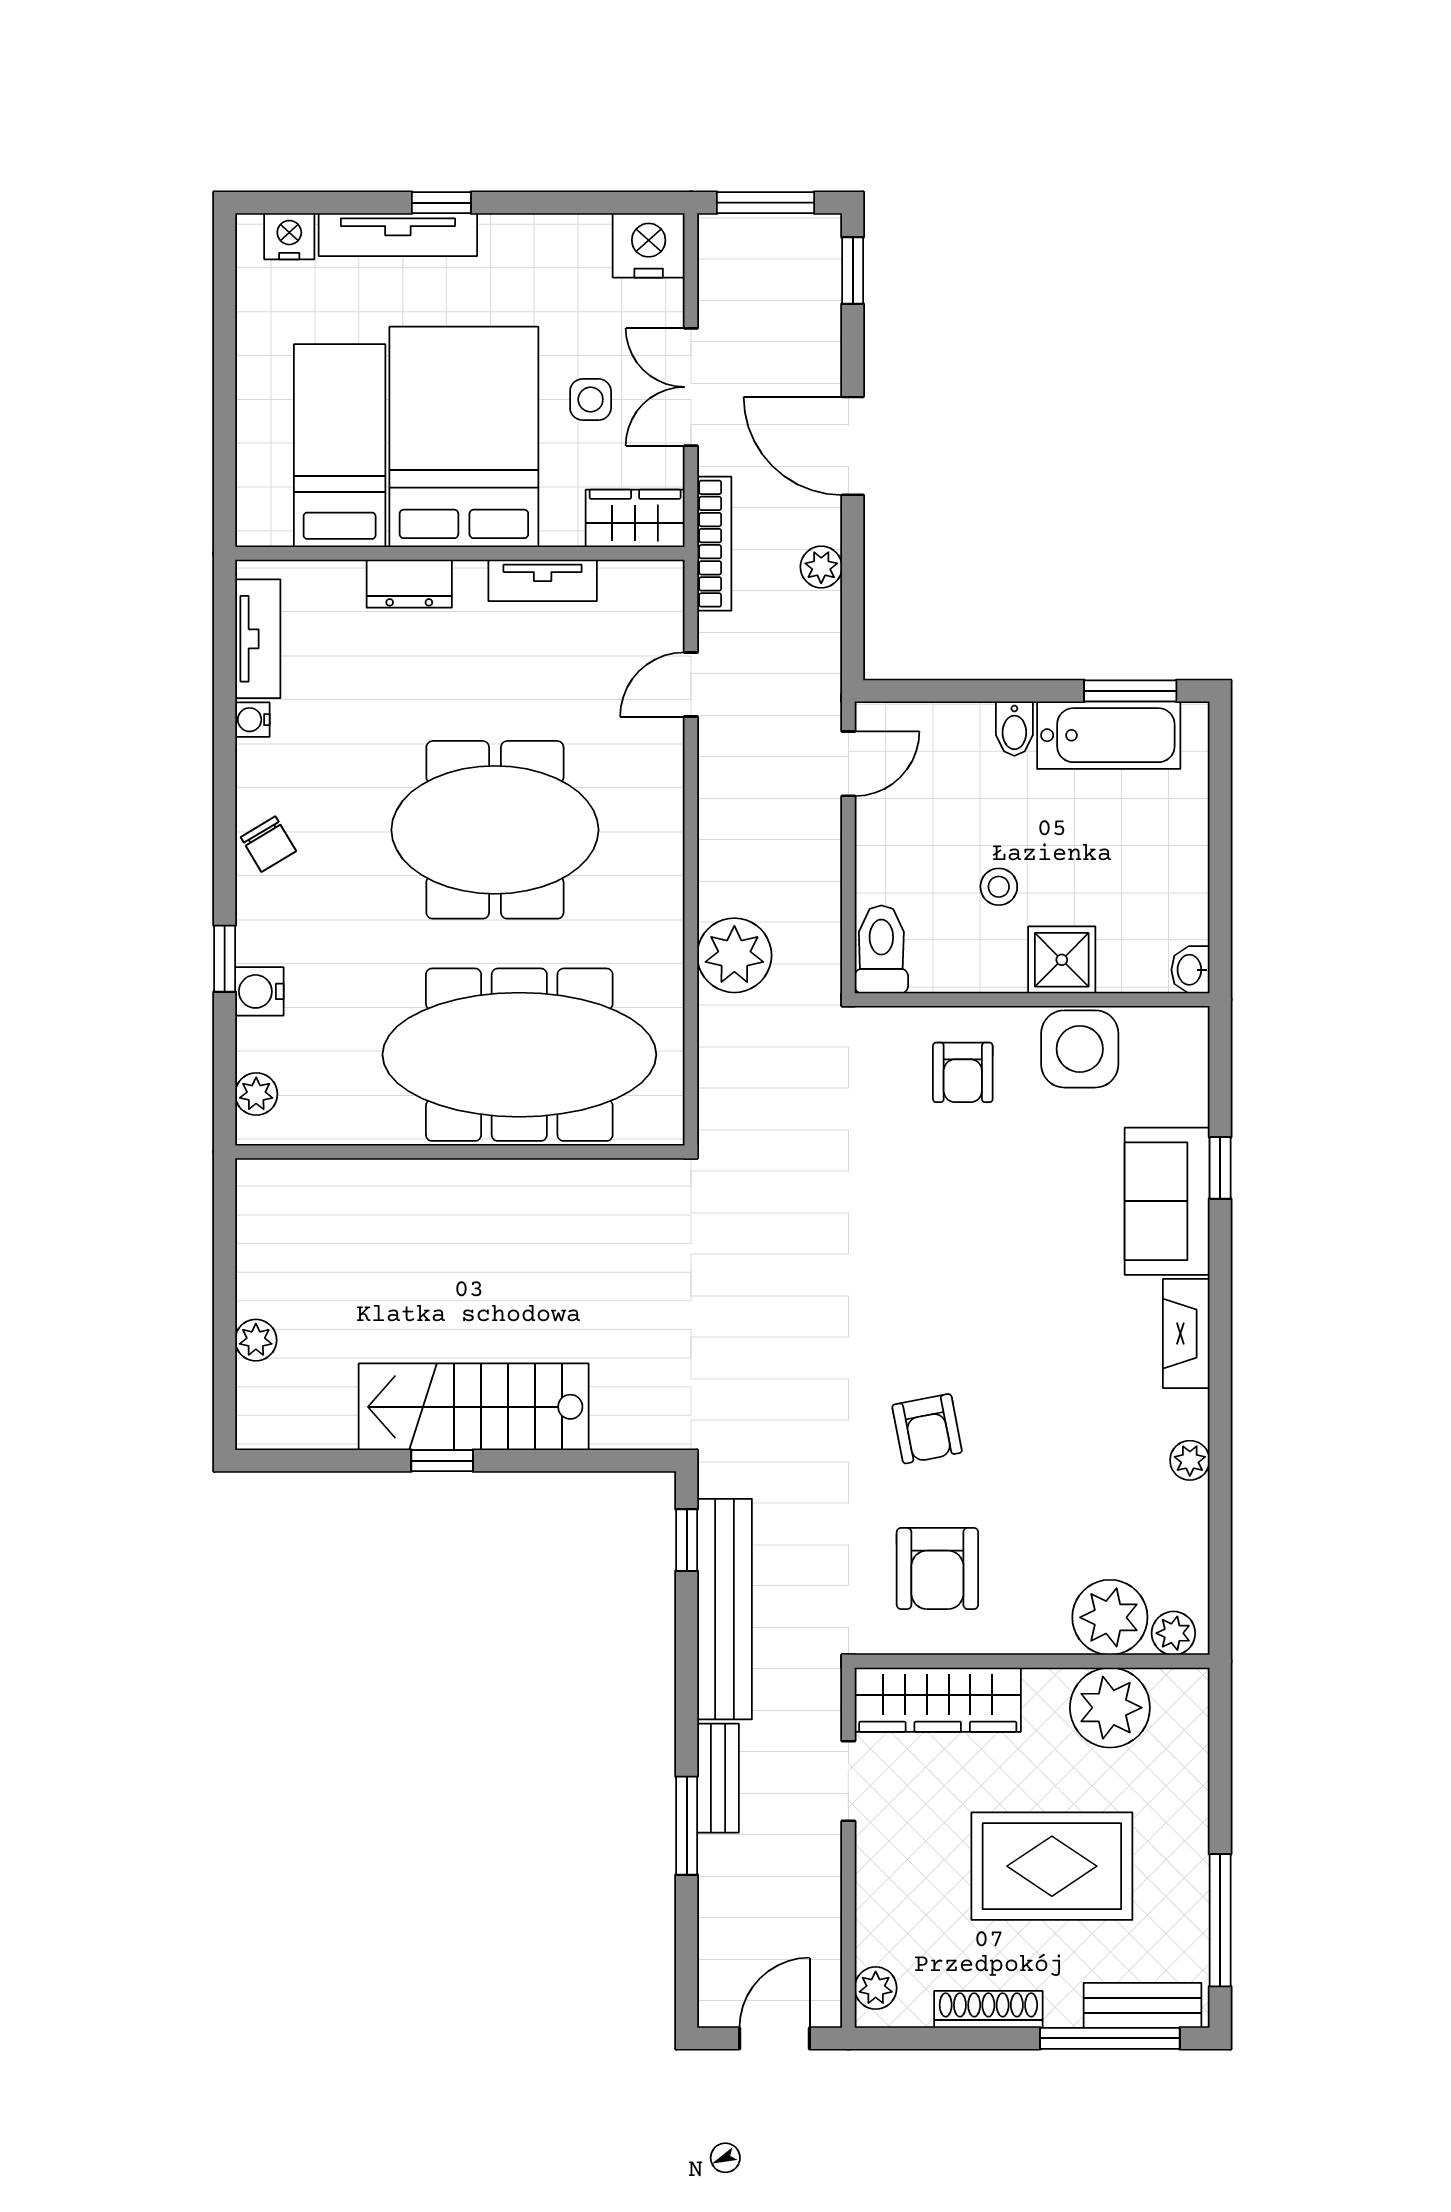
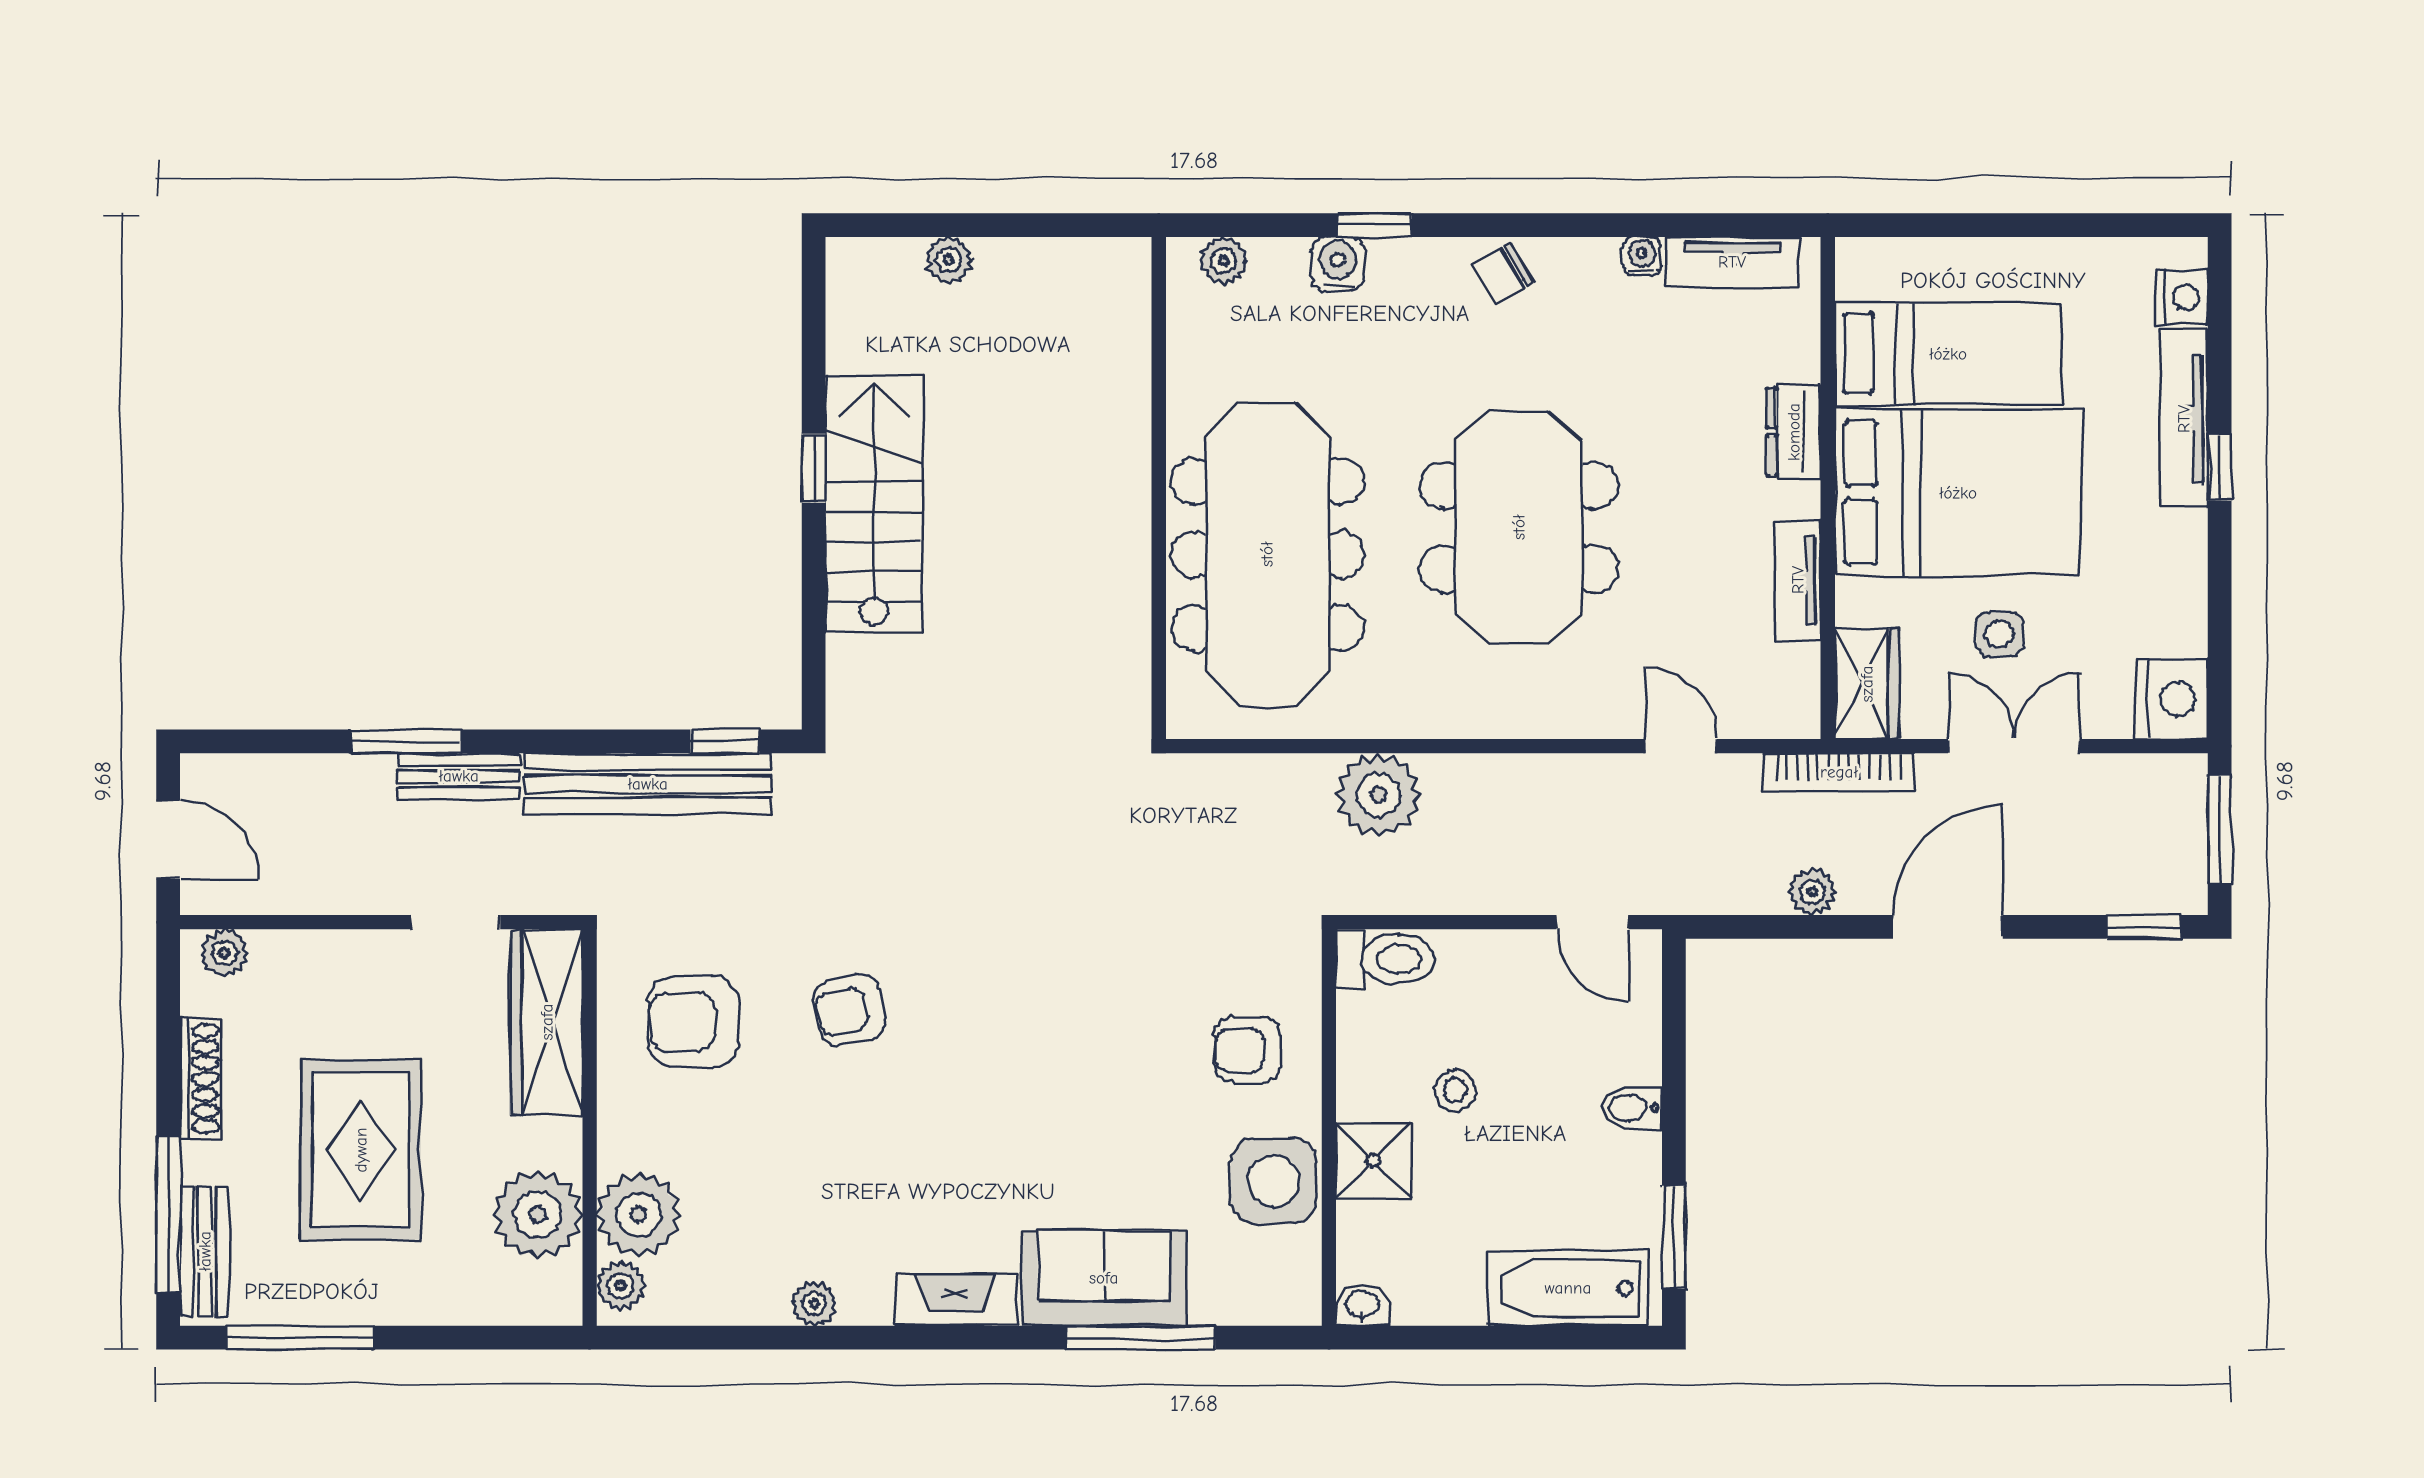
bathtub: (1109, 735) -> (1568, 1288), moved, turned 90
window: (1220, 1168) -> (1141, 1338), width x2.17

